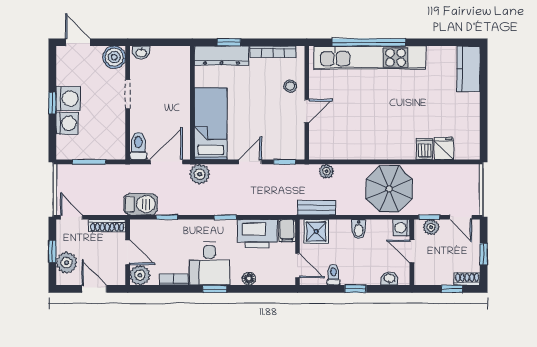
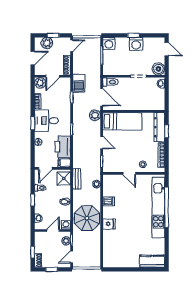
door: (78, 42) -> (167, 49), hinge flipped
washing machine: (67, 123) -> (109, 43), moved
fridge: (444, 148) -> (109, 224), moved
dishwasher: (425, 149) -> (109, 201), moved

